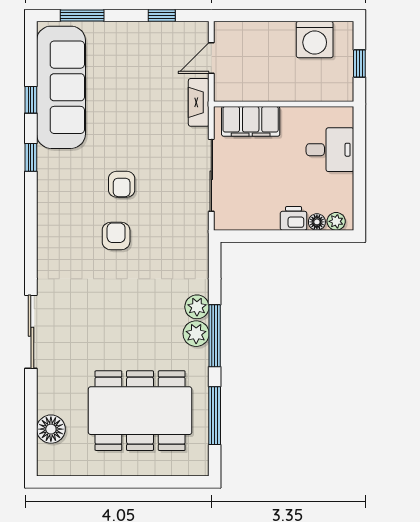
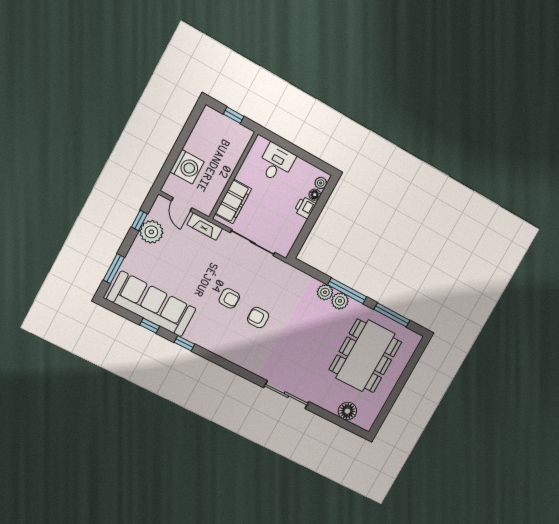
plant: (155, 38) -> (151, 232), added
washing machine: (315, 40) -> (187, 167), moved

